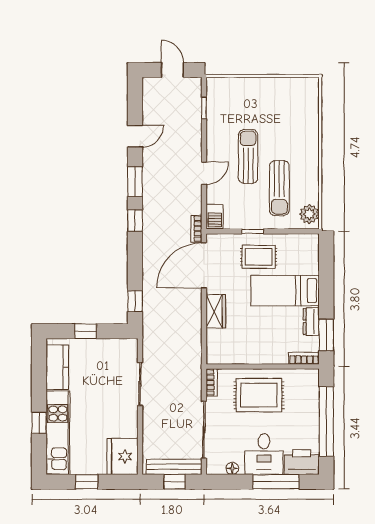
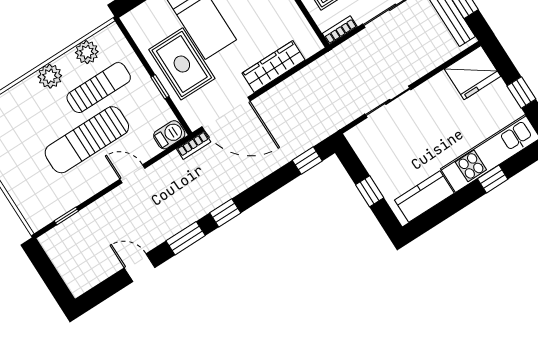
door: (172, 70) -> (48, 273), removed
sun lounger: (248, 156) -> (87, 140), width x1.36, depth x1.34
plant: (309, 159) -> (50, 76), added
plant: (309, 214) -> (87, 52), moved
rug: (259, 257) -> (182, 64), width x1.36, depth x1.43
wardrobe: (216, 311) -> (273, 67), width x1.50

